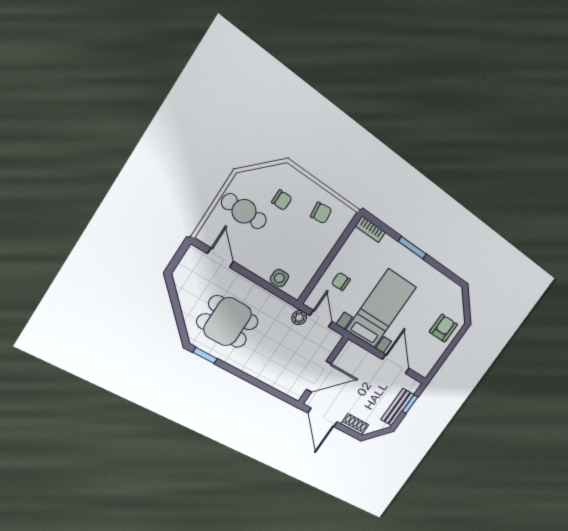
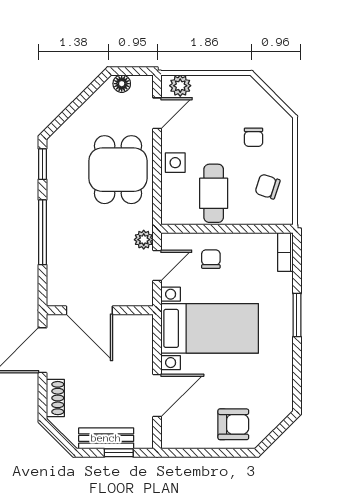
cafe table: (244, 211) -> (214, 193), moved
chair: (321, 213) -> (267, 187), turned 115
plant: (211, 229) -> (180, 86), added
floor lamp: (183, 270) -> (122, 84), added
side table: (279, 278) -> (175, 163), moved
dining table: (228, 322) -> (118, 170), moved
window: (251, 380) -> (43, 232), added

